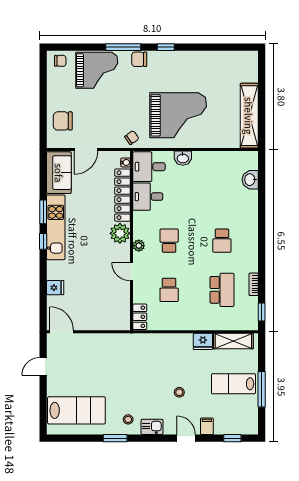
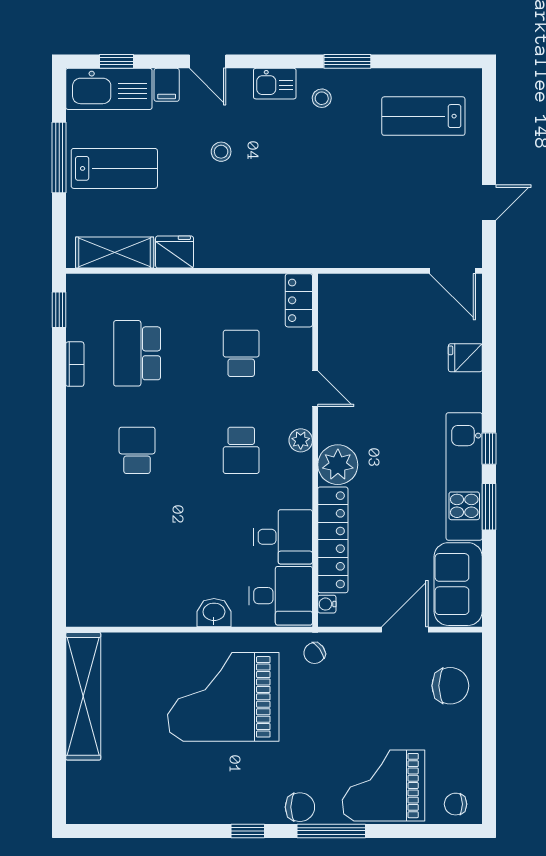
washbasin: (250, 180) -> (81, 570), removed
lab bench: (76, 410) -> (423, 116), width x0.73, depth x0.72
kitchen sink: (236, 424) -> (109, 89), added

